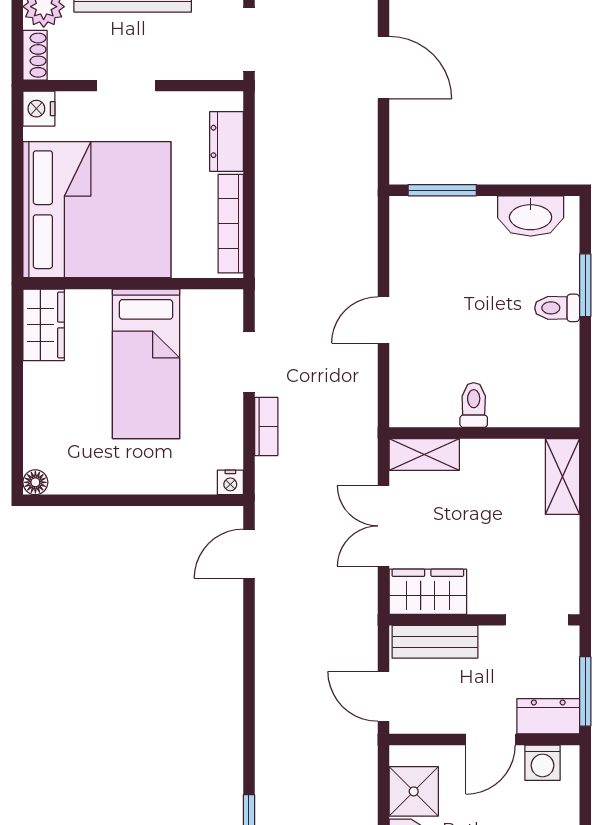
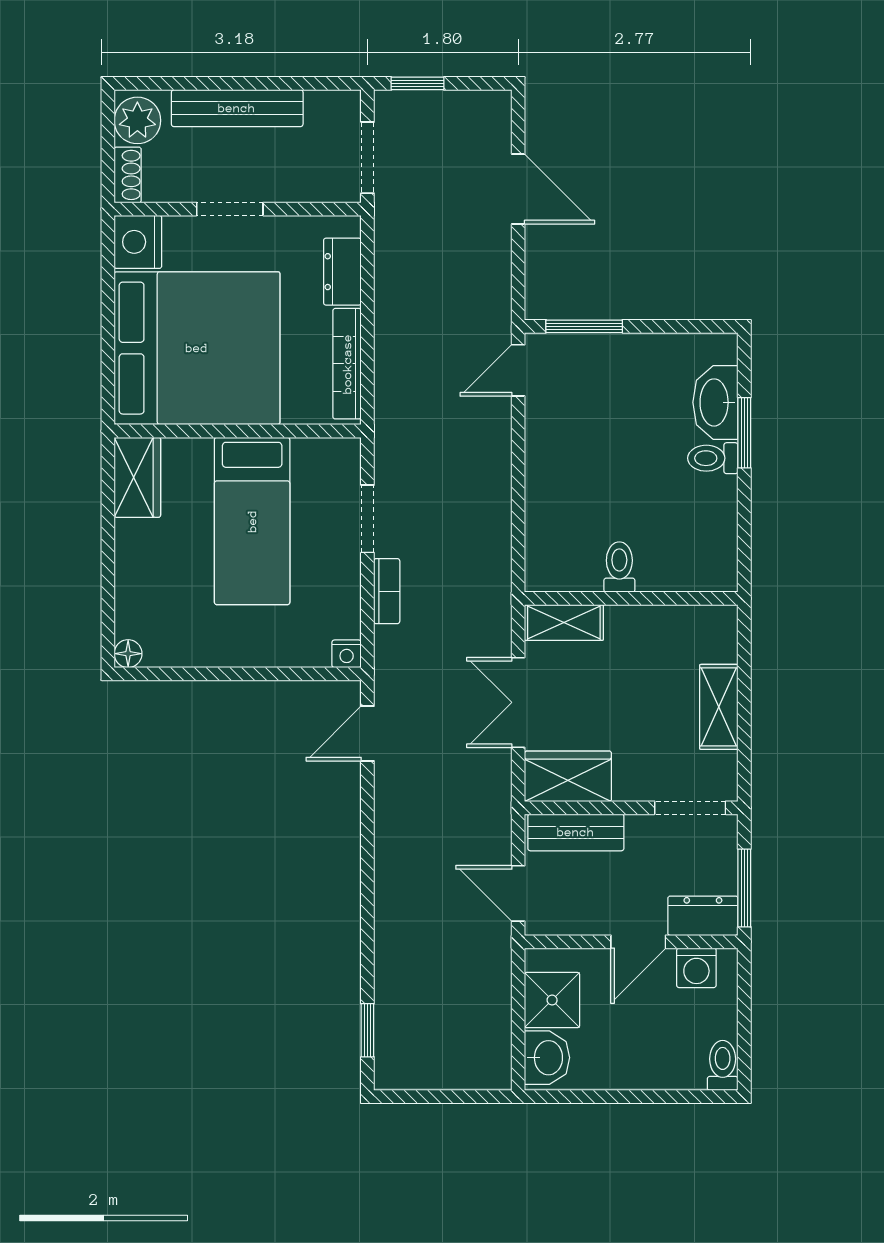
nightstand: (39, 109) -> (138, 242), width x1.36, depth x1.33
washbasin: (531, 216) -> (715, 402), moved, turned 90
door: (383, 320) -> (518, 370), moved
shelving: (562, 477) -> (719, 707), moved

